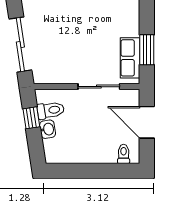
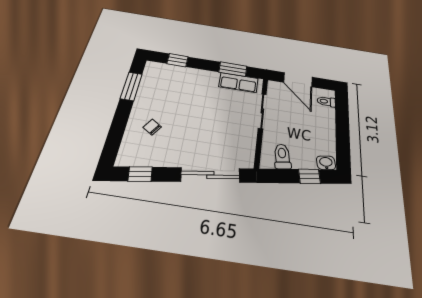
window: (31, 118) -> (309, 176), moved
door: (147, 122) -> (298, 80), hinge flipped
washbasin: (48, 129) -> (326, 163), moved

